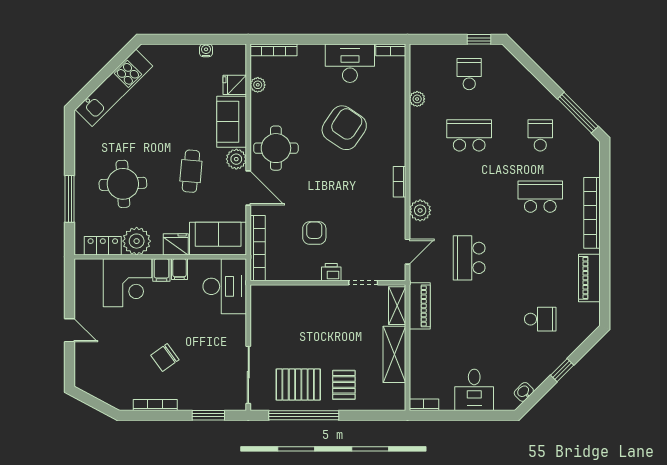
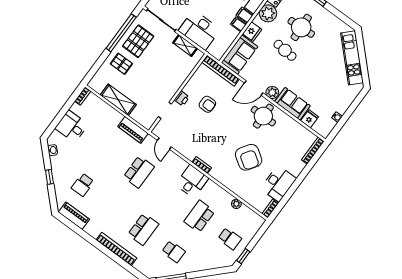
plant: (258, 85) -> (301, 130), removed
school desk: (469, 135) -> (199, 216), turned 180
cafe table: (191, 171) -> (285, 50), moved
desk: (430, 179) -> (192, 181), added
plant: (420, 210) -> (180, 165), removed
school desk: (469, 258) -> (139, 172), turned 90
piano: (589, 278) -> (74, 216), moved
desk: (225, 286) -> (199, 30), moved
shelving: (397, 306) -> (185, 46), moved

